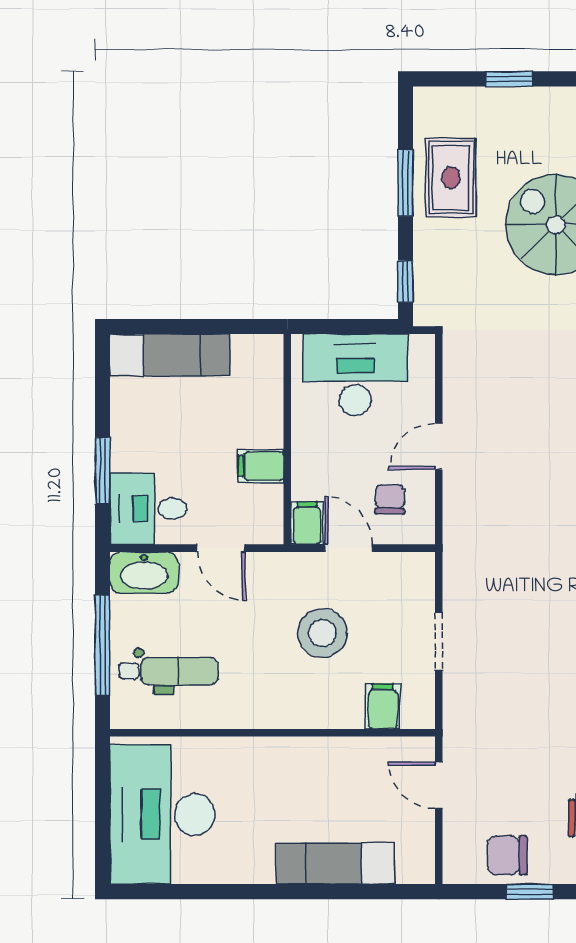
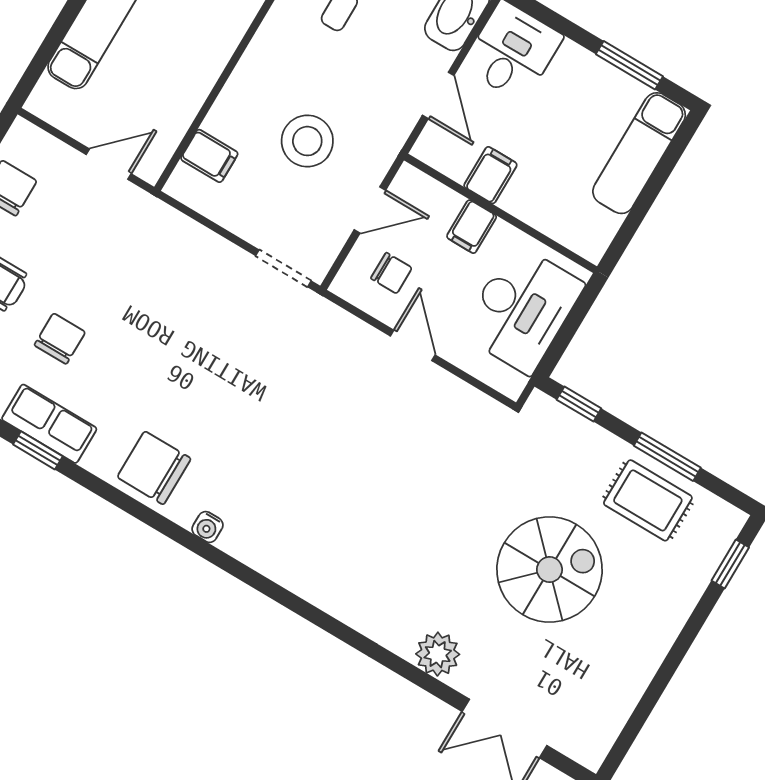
window: (509, 79) -> (730, 564), moved
window: (103, 471) -> (629, 65), moved
filing cabinet: (307, 523) -> (472, 227), moved, turned 90
door: (221, 548) -> (438, 95), swing flipped
doorway: (439, 642) -> (283, 268), moved

